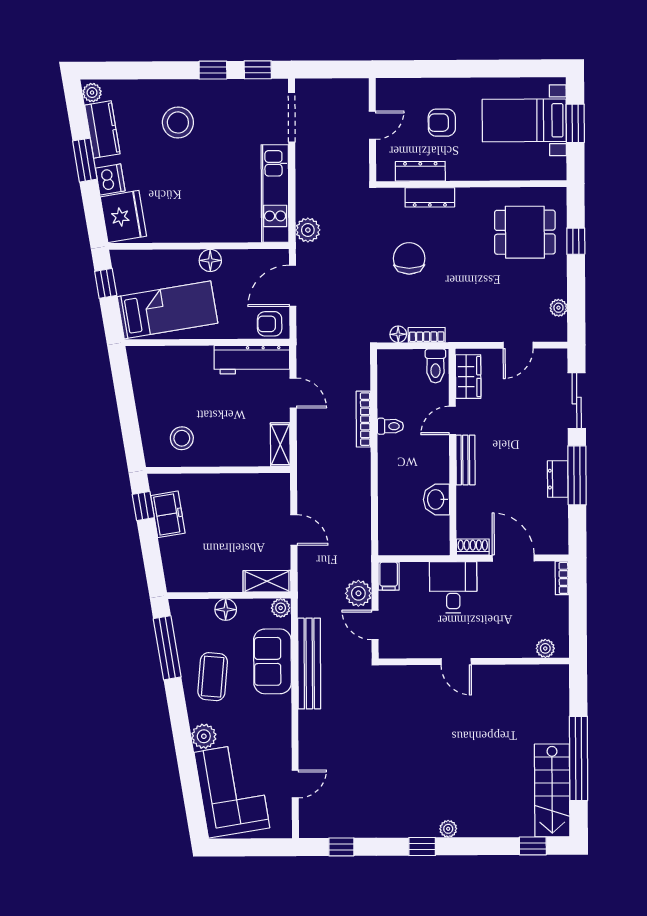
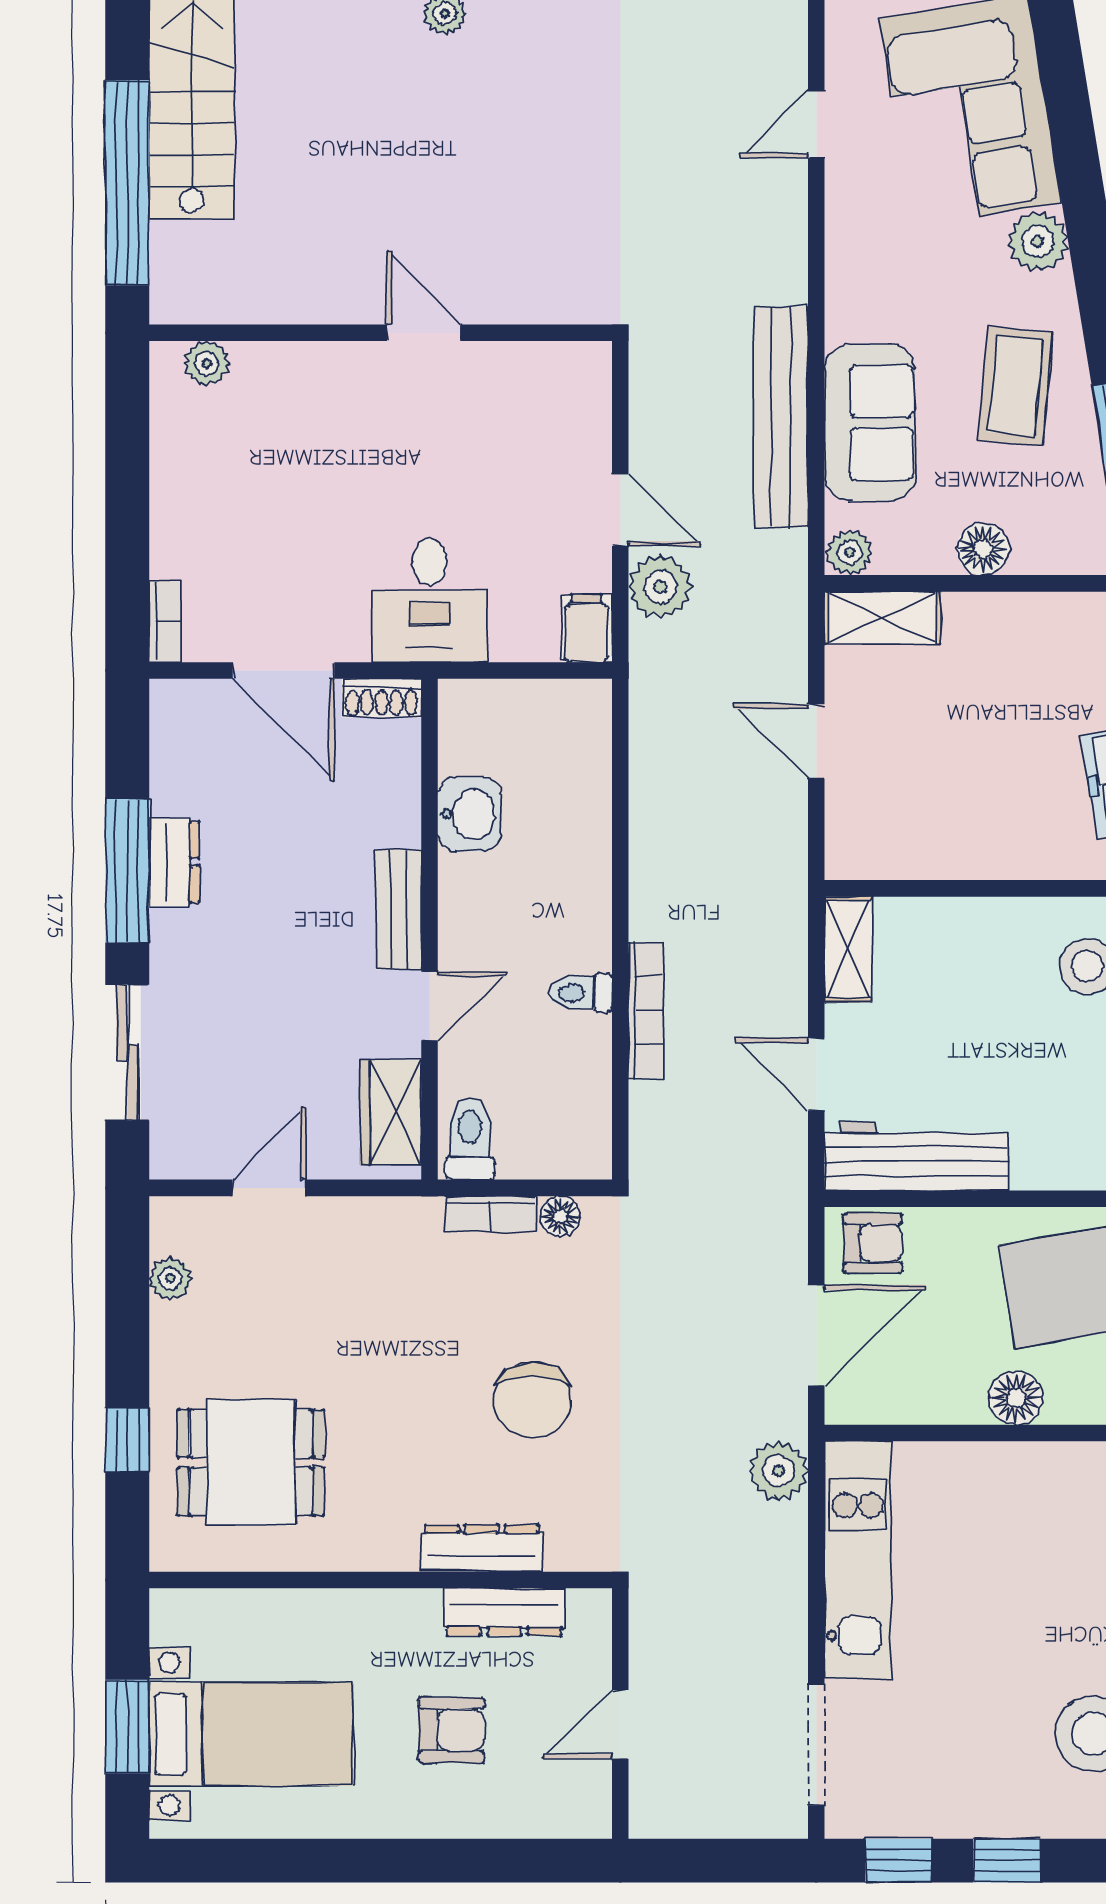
plant: (545, 648) -> (207, 363), moved
door: (456, 661) -> (424, 333), moved
wall: (474, 661) -> (381, 333), moved

